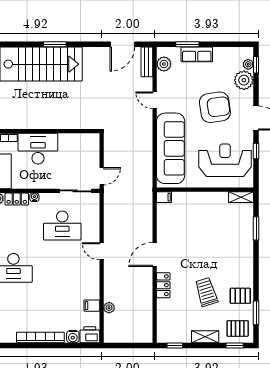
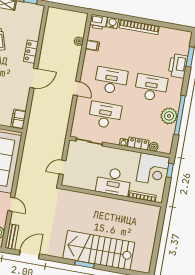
door: (102, 176) -> (63, 167), moved
filing cabinet: (164, 197) -> (18, 119), width x2.00
desk: (62, 268) -> (111, 81), added

